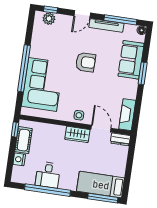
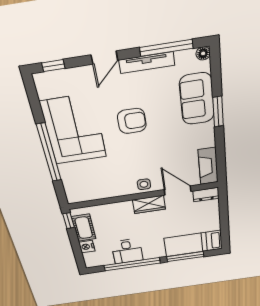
plant: (49, 19) -> (56, 79), removed
corner sofa: (42, 84) -> (74, 130), moved
window: (103, 198) -> (185, 257), moved

